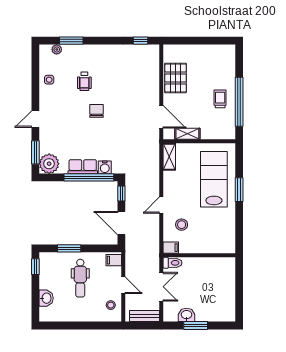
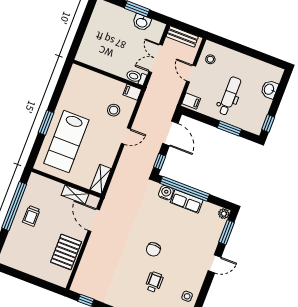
plant: (49, 164) -> (224, 214), width x0.53, depth x0.53

